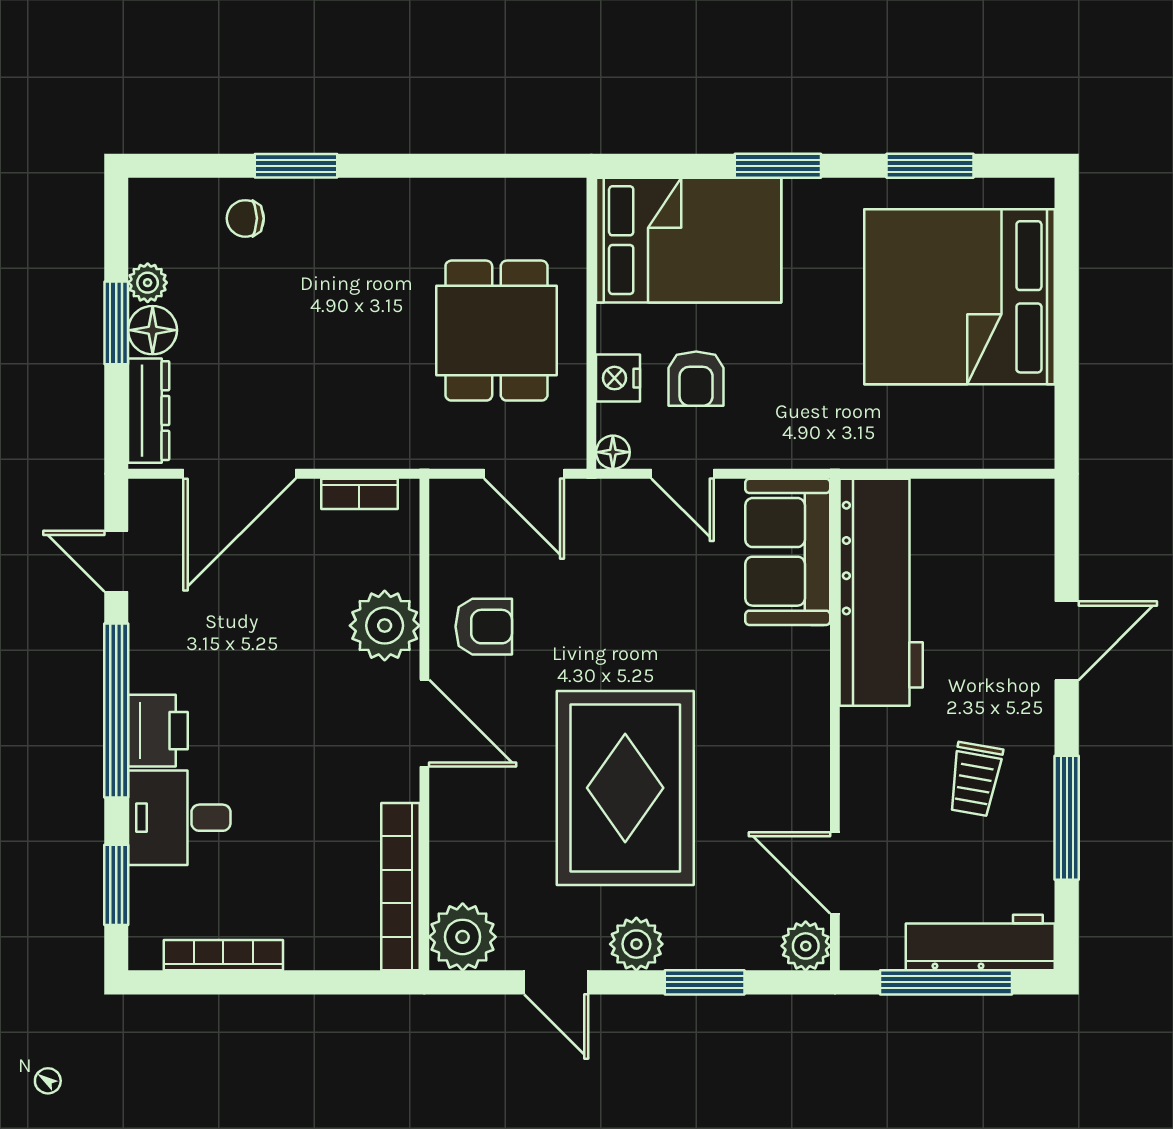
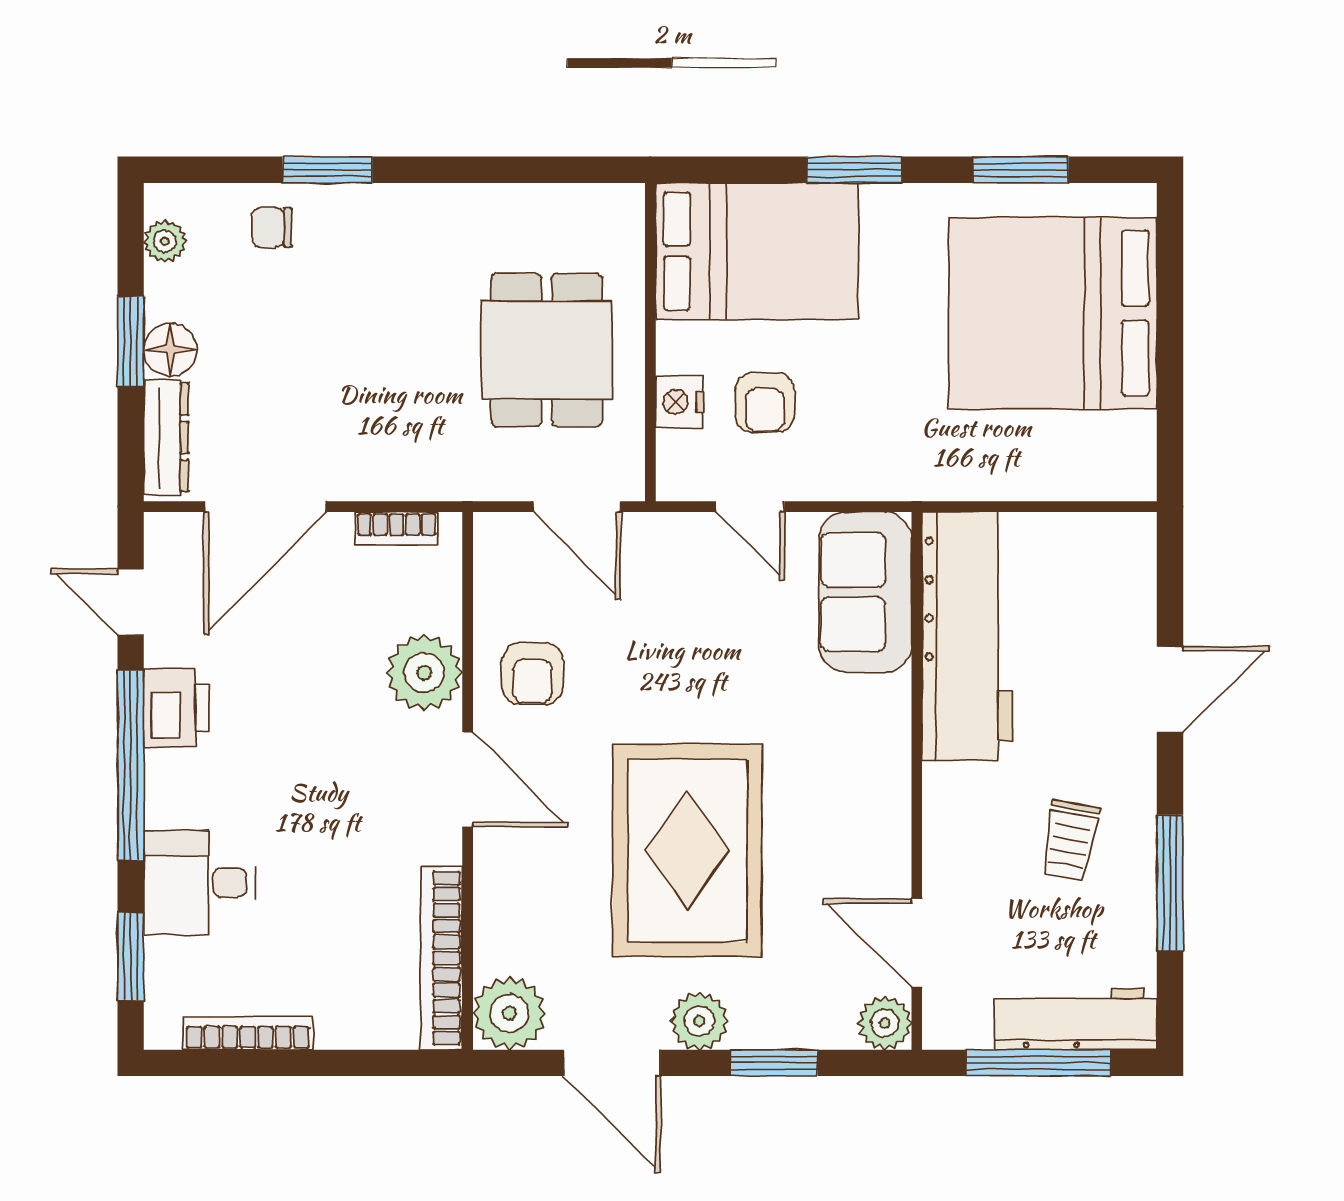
plant: (148, 283) -> (165, 241), moved
floor lamp: (613, 452) -> (674, 483), removed
armchair: (484, 627) -> (533, 674), turned 90
printer: (158, 731) -> (176, 708), moved
door: (556, 982) -> (612, 1063), width x1.38

